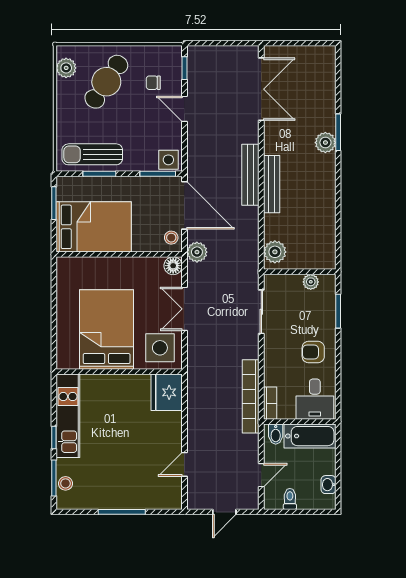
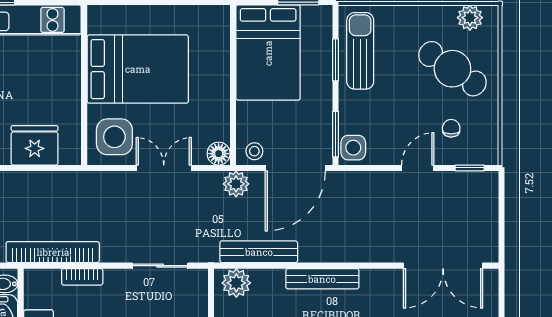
bench: (250, 175) -> (259, 252), moved
fridge: (167, 392) -> (35, 145), moved
bookcase: (270, 403) -> (82, 277), moved

